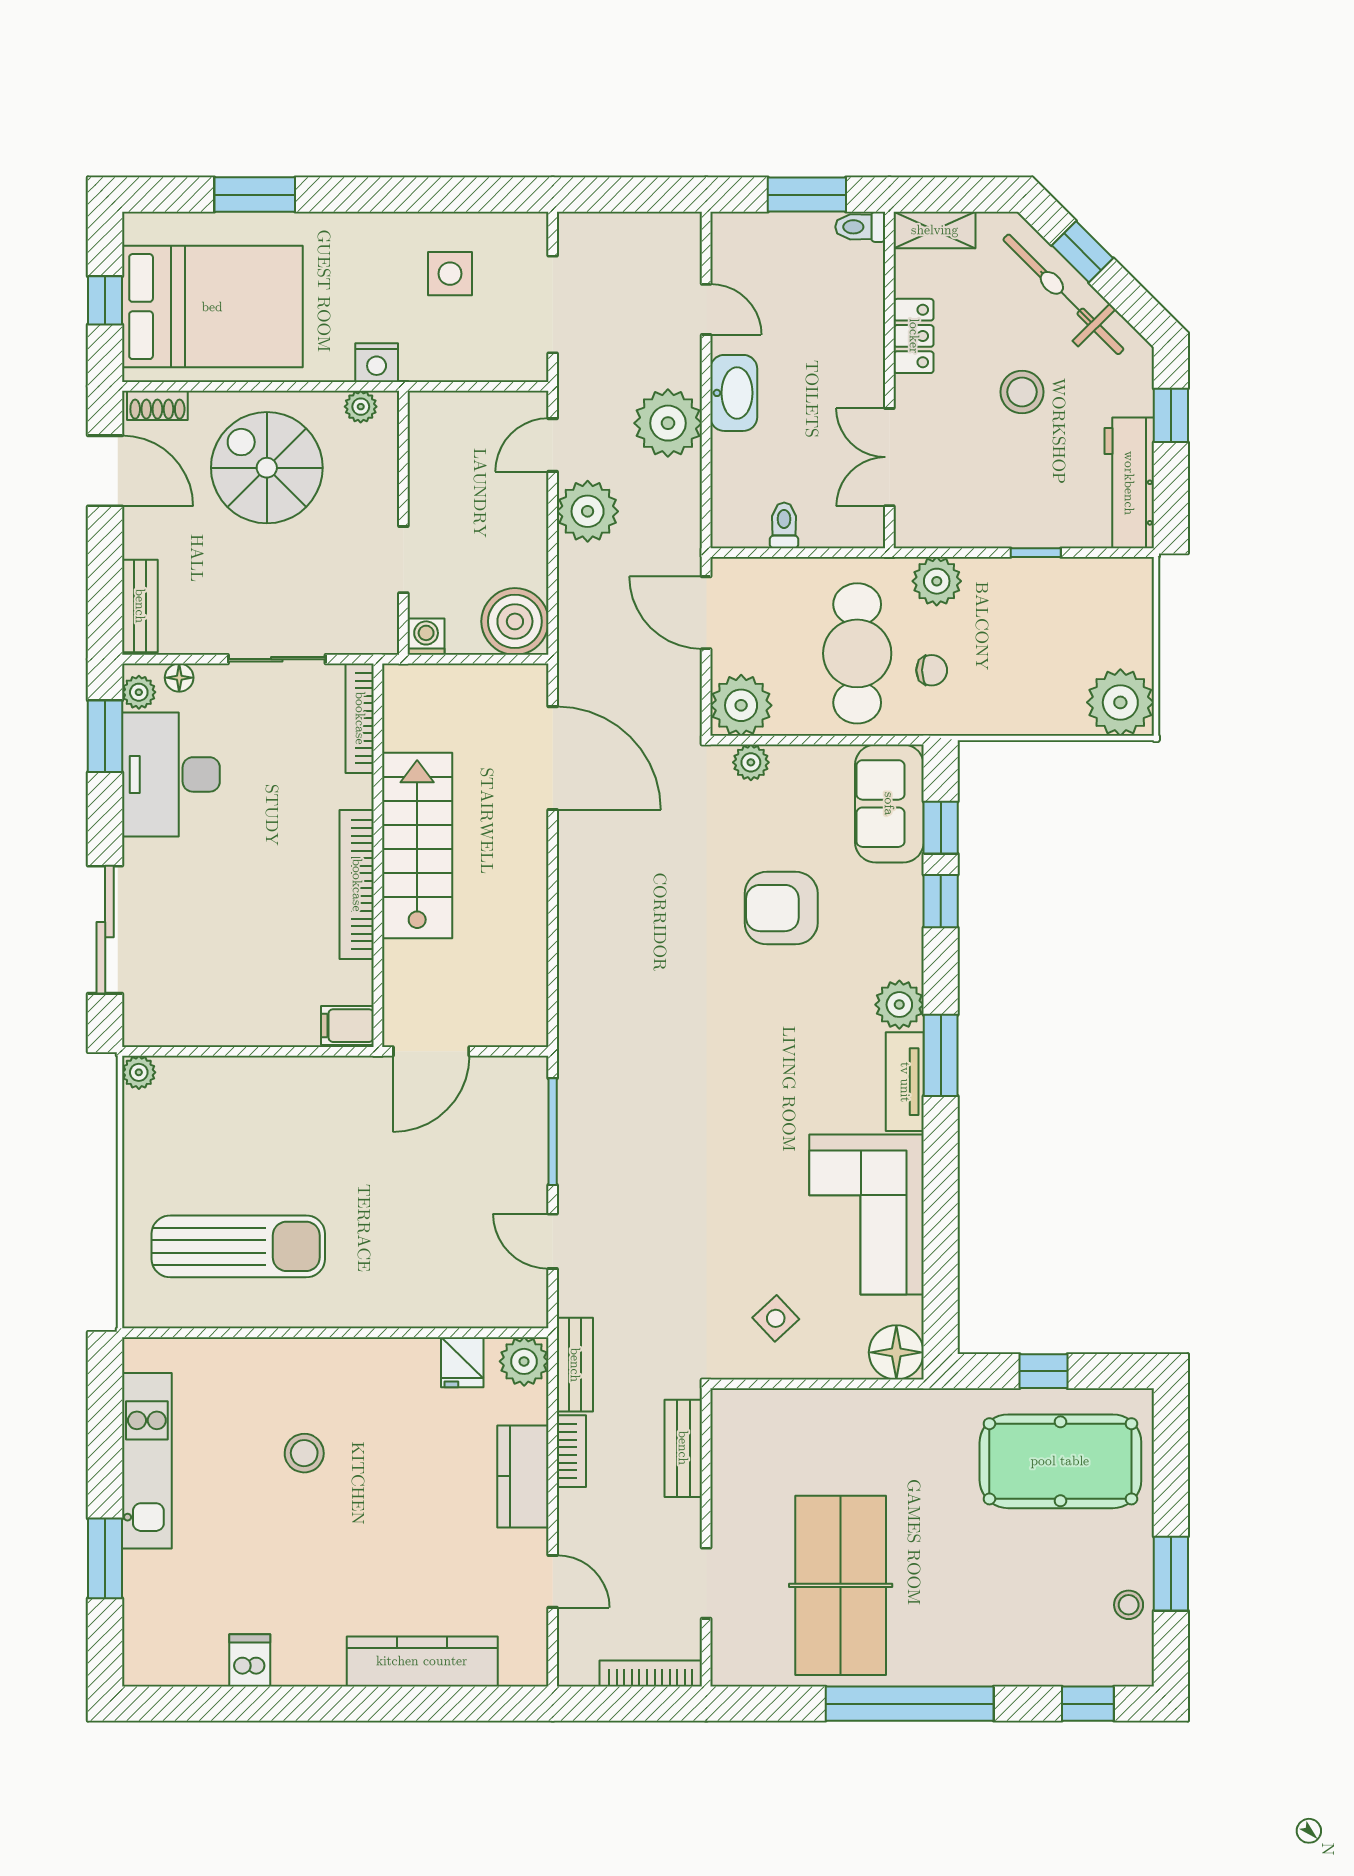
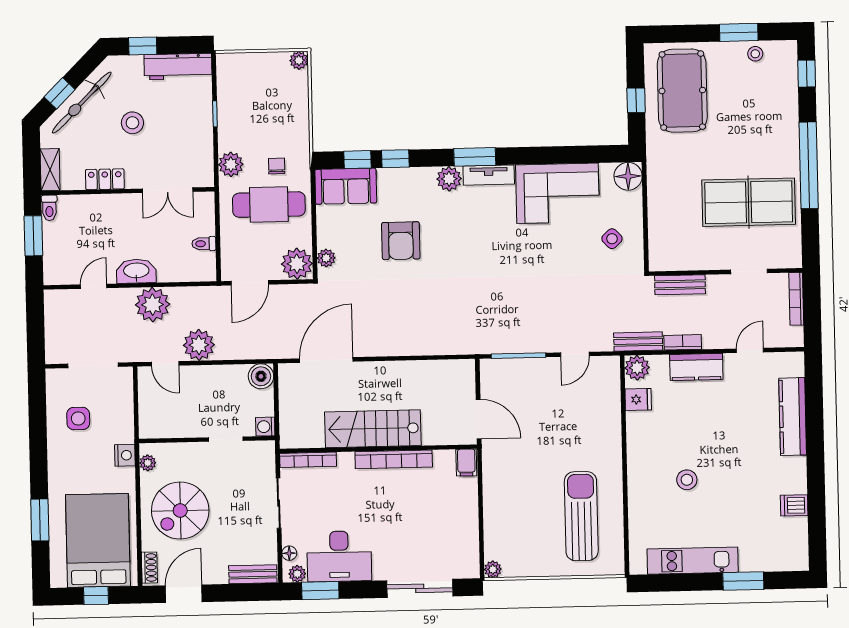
boiler: (515, 621) -> (261, 376), width x0.73, depth x0.73
plant: (1120, 702) -> (299, 60), width x0.53, depth x0.53

